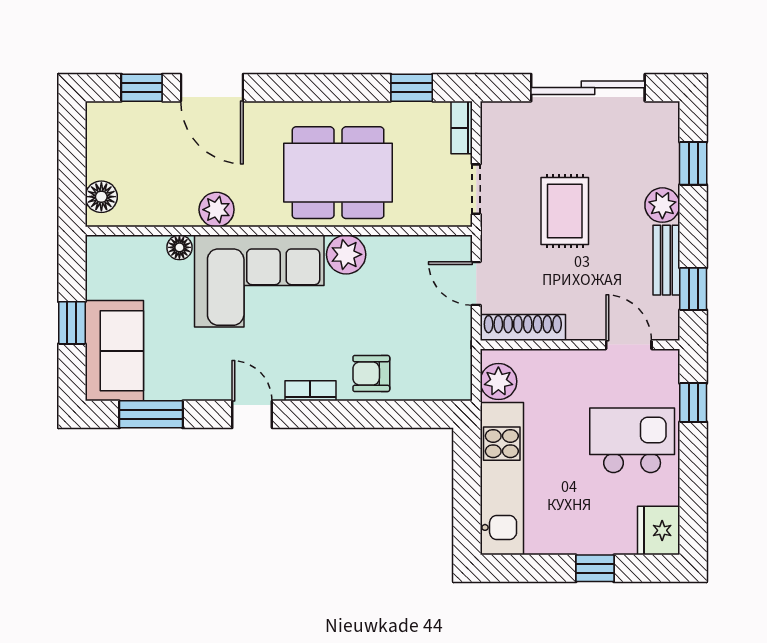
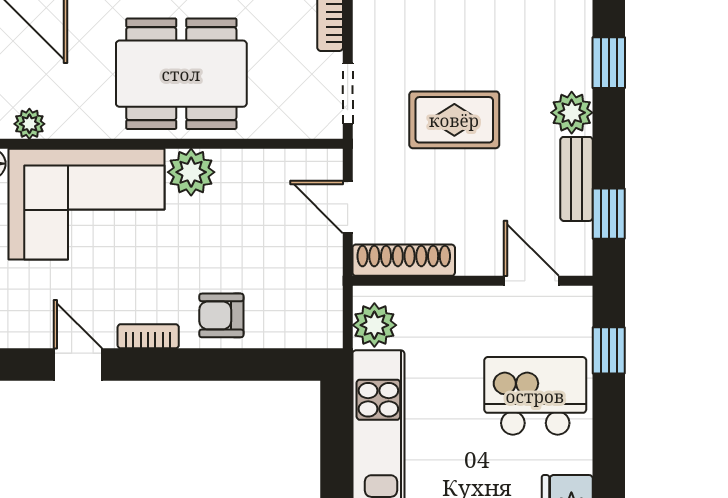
plant: (217, 210) -> (29, 124), width x0.73, depth x0.73
rug: (565, 211) -> (454, 120), turned 90

